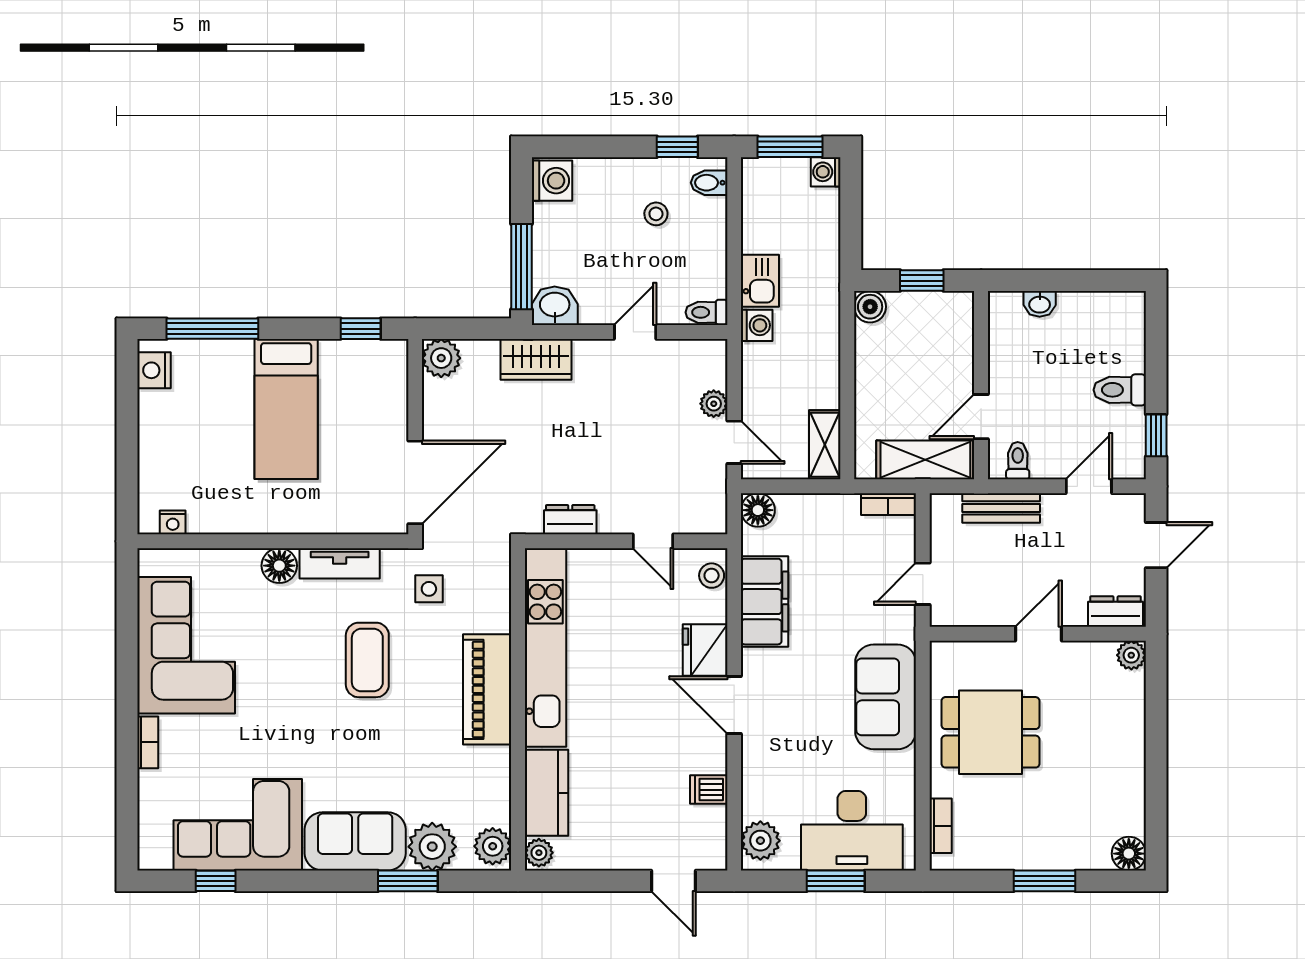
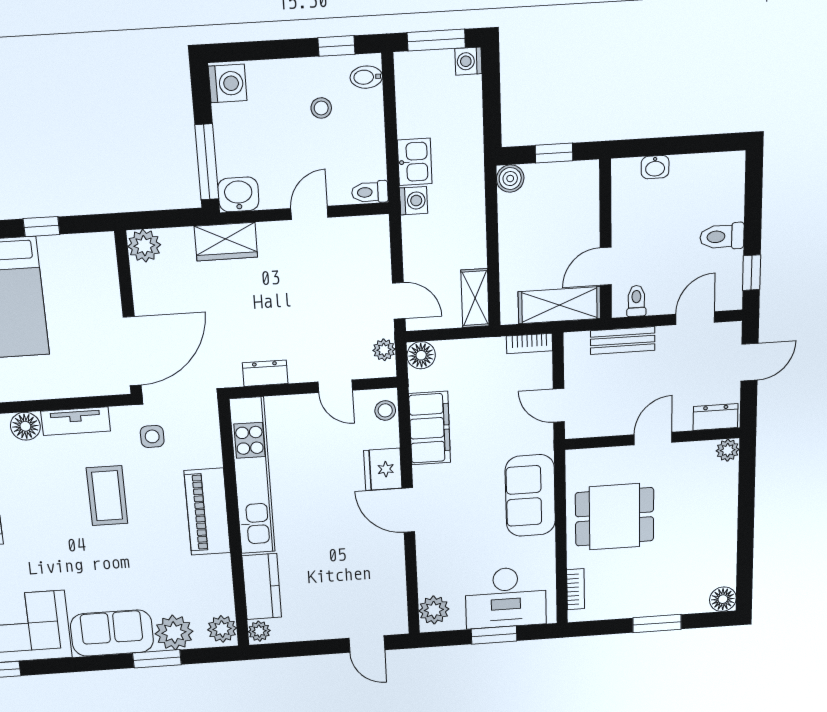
window: (361, 329) -> (41, 227), moved
plant: (714, 404) -> (384, 350), moved
door: (923, 584) -> (559, 405), hinge flipped
dishwasher: (709, 790) -> (391, 575), removed

